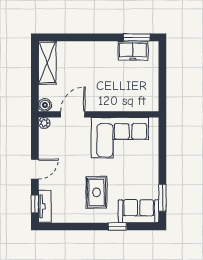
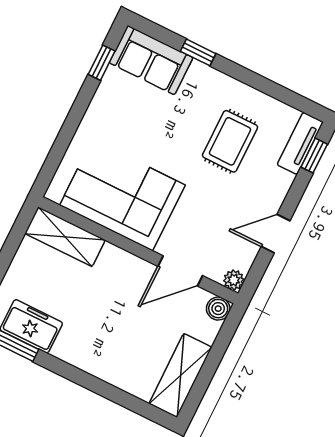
shelving: (138, 103) -> (65, 237), added
door: (35, 169) -> (276, 234), moved
rug: (96, 192) -> (230, 141), moved
window: (162, 198) -> (102, 63), width x0.67

